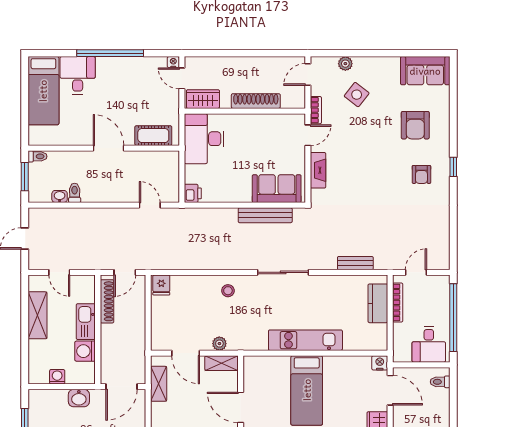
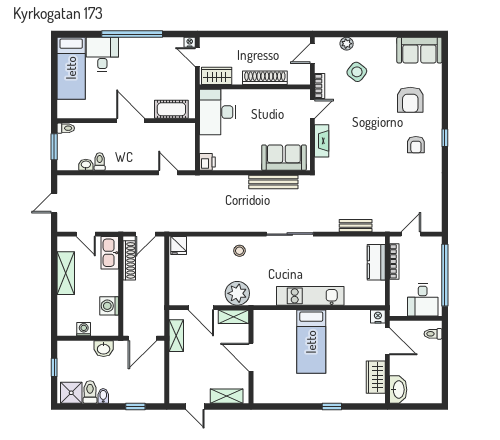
kitchen sink: (86, 322) -> (110, 253), moved
plant: (219, 344) -> (237, 293), width x1.88, depth x1.88

